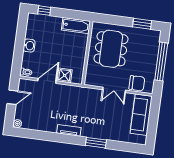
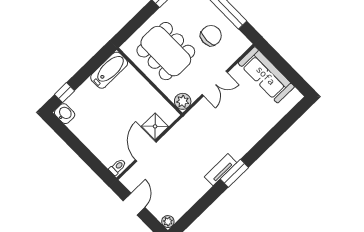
washbasin: (29, 46) -> (65, 114), moved
plant: (90, 80) -> (183, 101), added
chair: (137, 83) -> (211, 36), moved
window: (96, 143) -> (234, 173), moved

